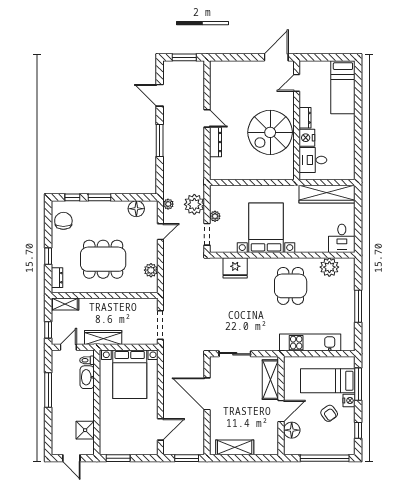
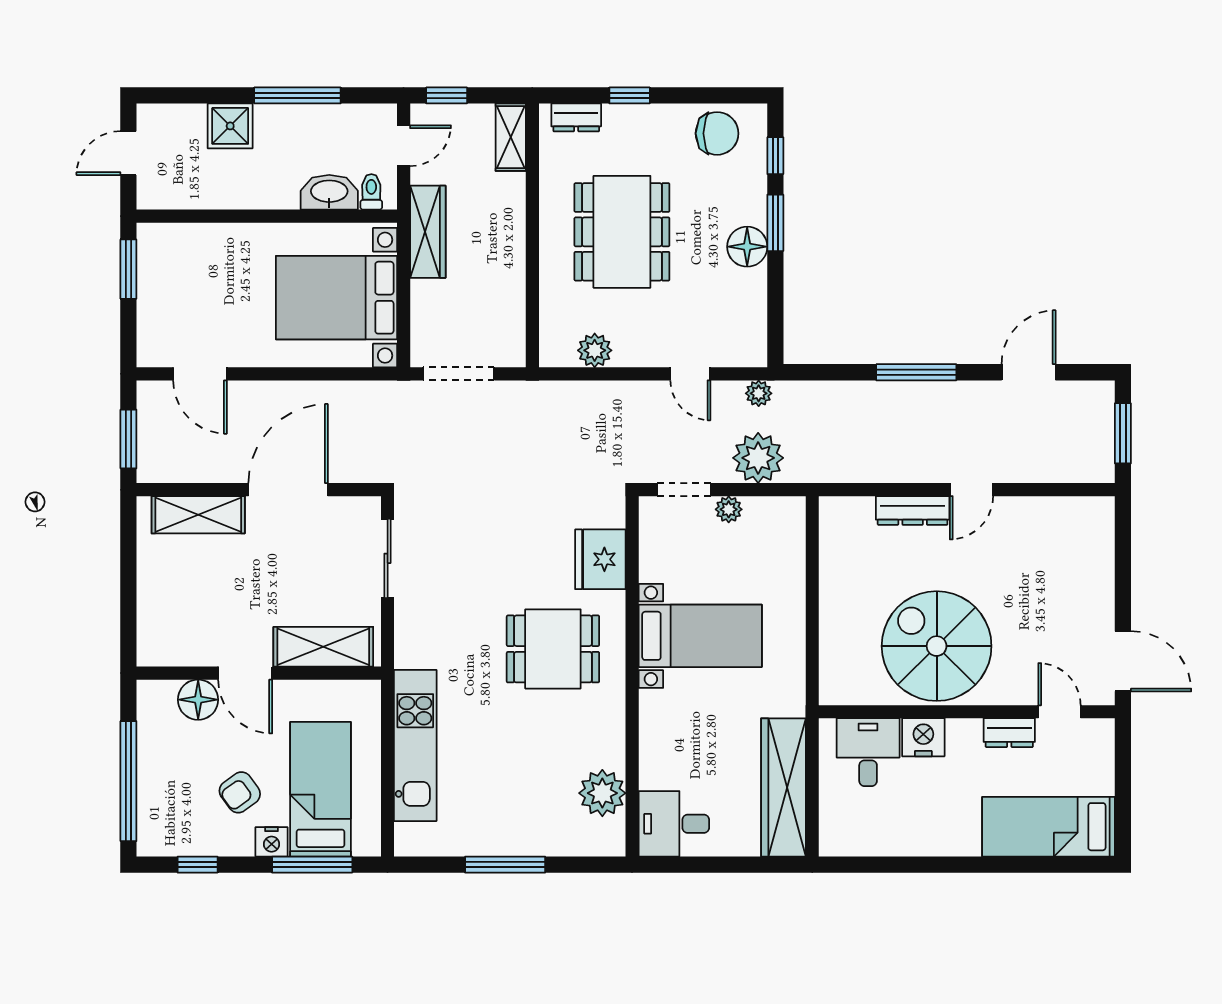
dresser: (305, 118) -> (1009, 733), moved
floor lamp: (136, 209) -> (747, 247), moved
bed with nightstands: (266, 228) -> (700, 636), width x0.73
dining table: (291, 286) -> (553, 649), moved
door: (68, 347) -> (404, 146), hinge flipped
shower: (85, 430) -> (230, 126), moved
shelving: (235, 447) -> (198, 515), moved, turned 90

